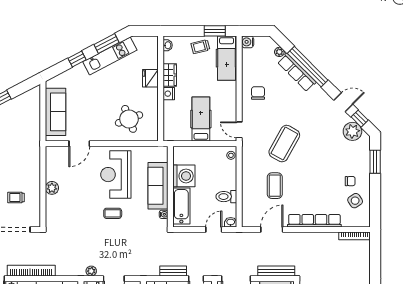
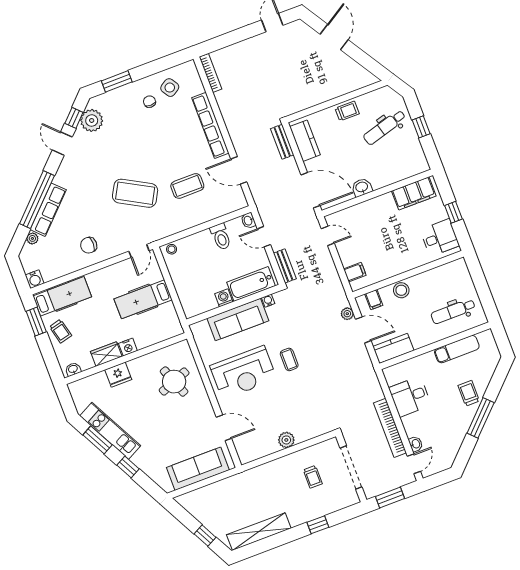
washing machine: (184, 176) -> (224, 298), width x0.53, depth x0.53
plant: (91, 271) -> (347, 314), moved
bench: (173, 271) -> (285, 266), moved
bench: (276, 271) -> (282, 142), width x0.73

